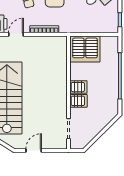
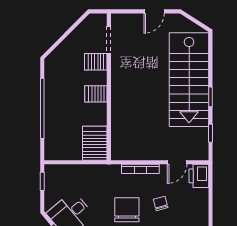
server rack: (85, 49) -> (95, 143), width x0.62
server rack: (79, 101) -> (96, 62), moved

